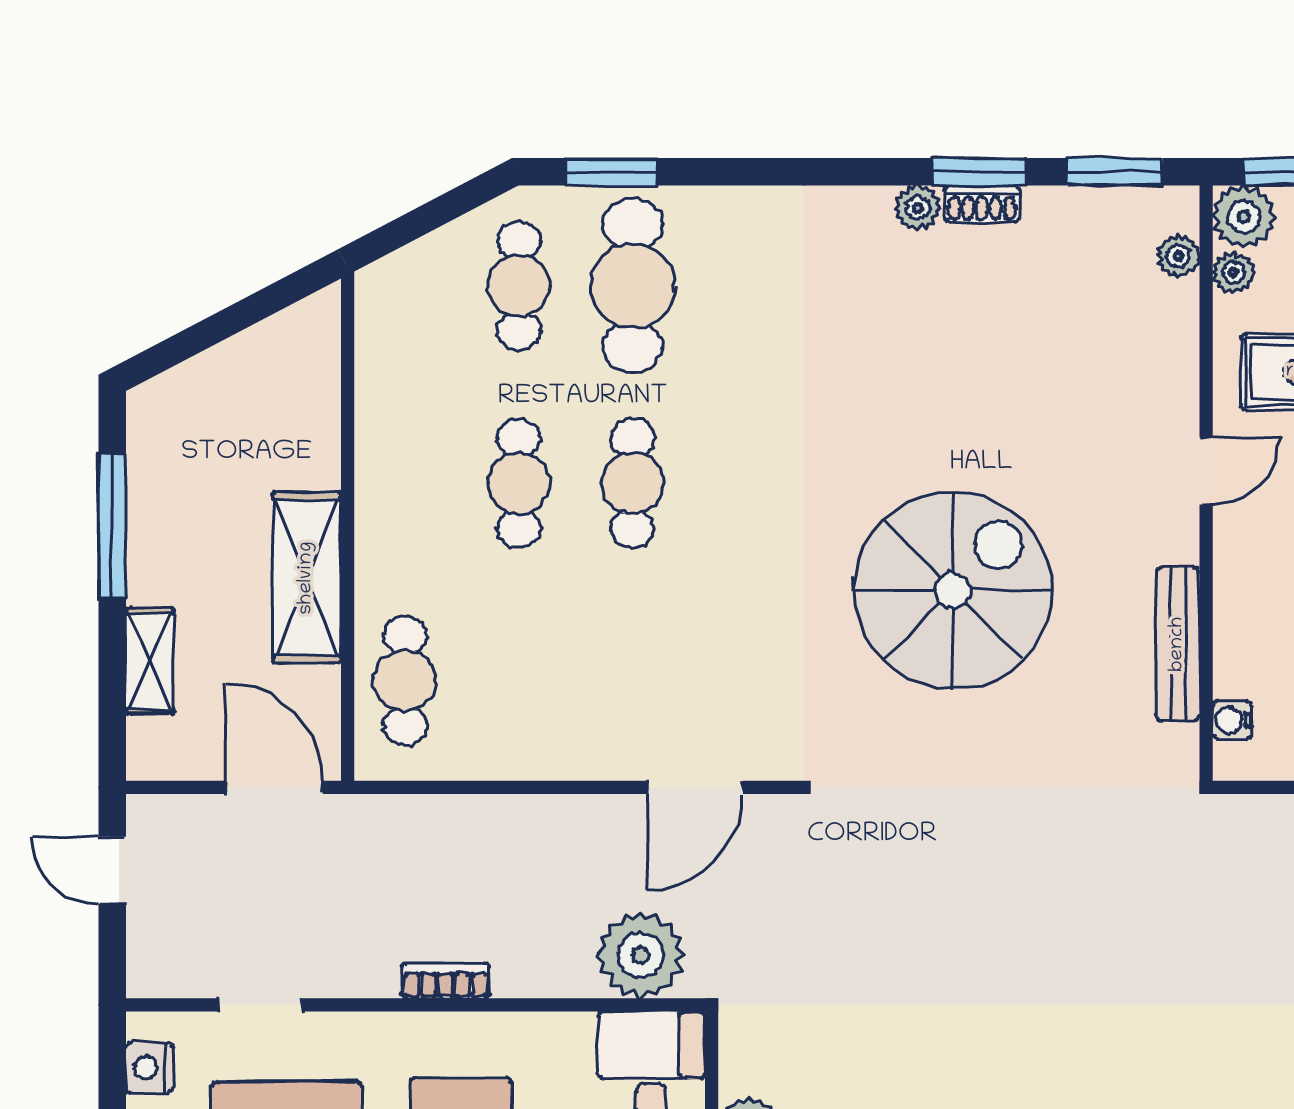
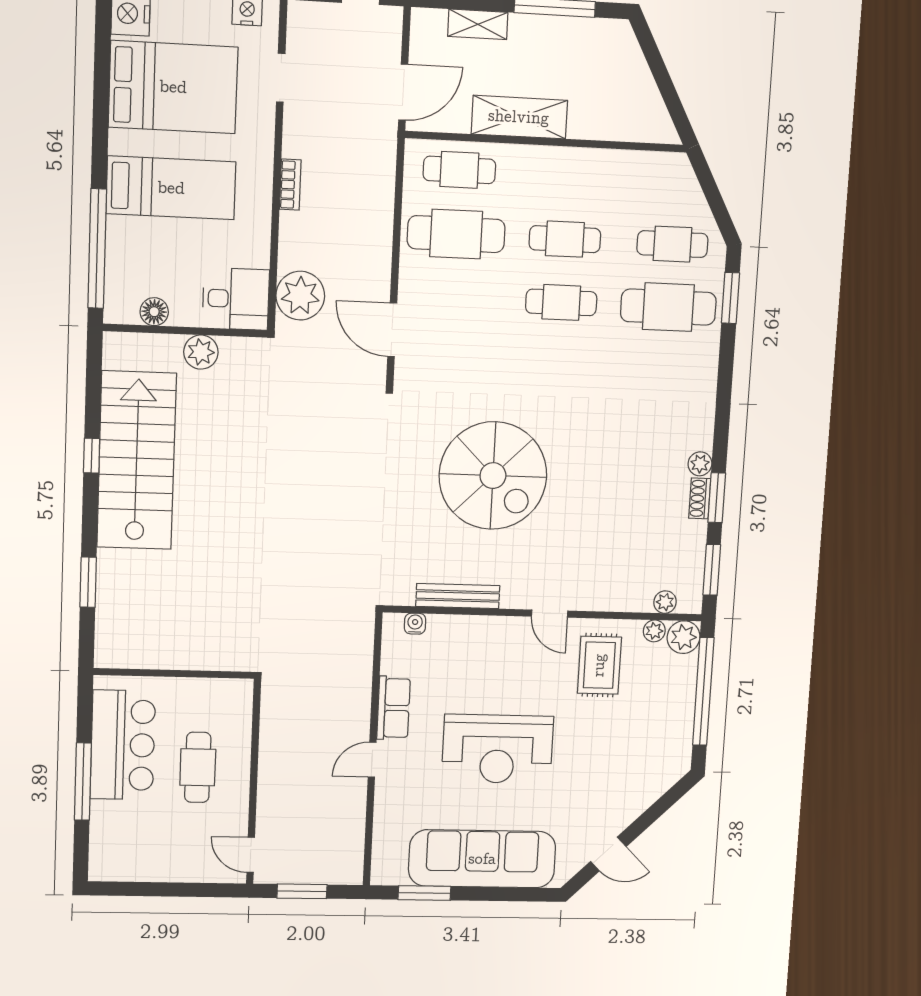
cafe table: (519, 681) -> (456, 234), added

